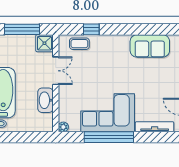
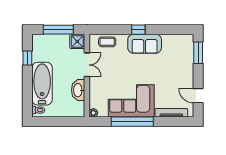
window: (91, 29) -> (138, 30), moved
sofa: (150, 46) -> (145, 44), moved

